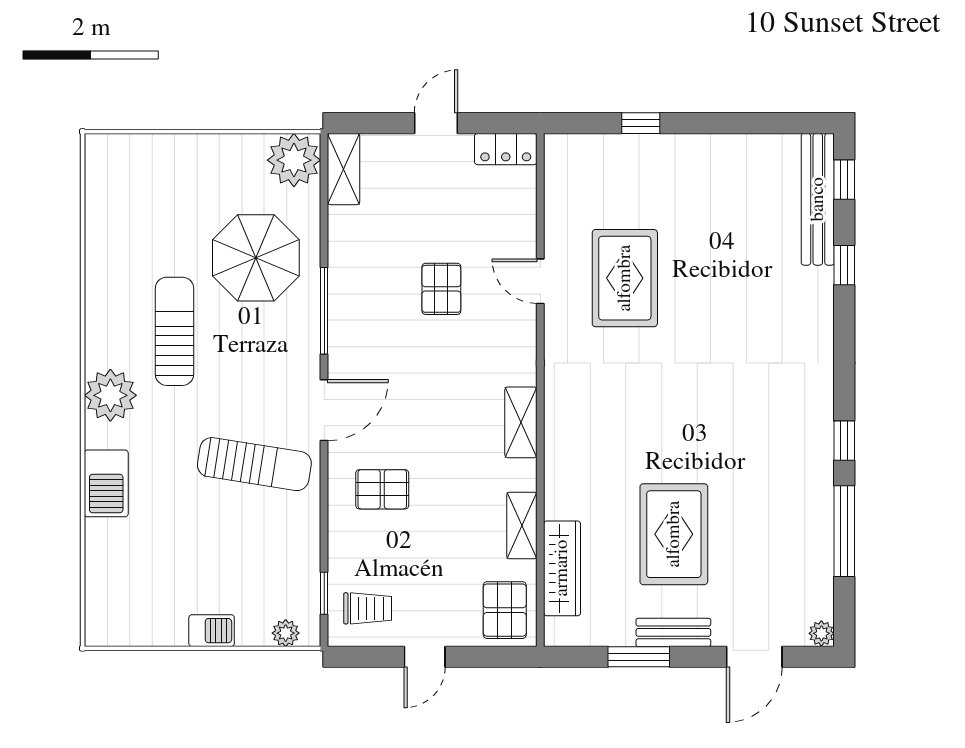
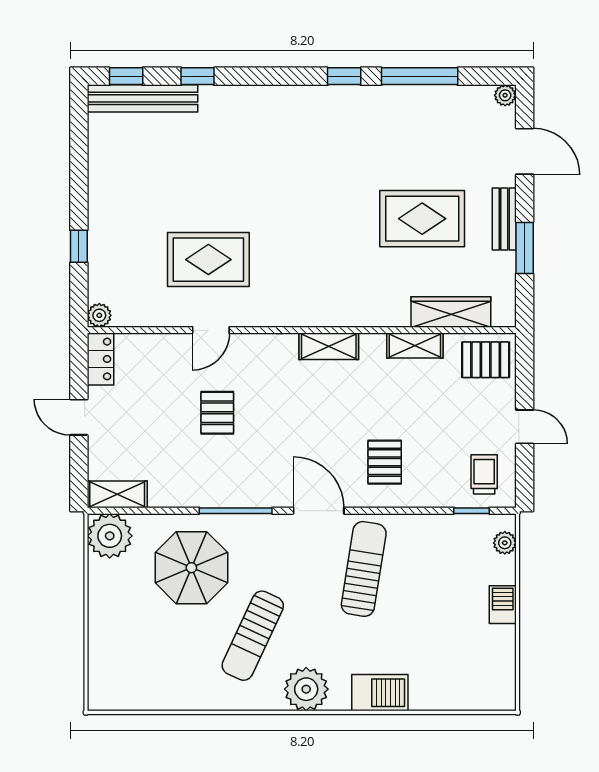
plant: (558, 148) -> (99, 315), added
pallet: (441, 289) -> (217, 413), turned 90
sun lounger: (174, 331) -> (253, 636), turned -65

